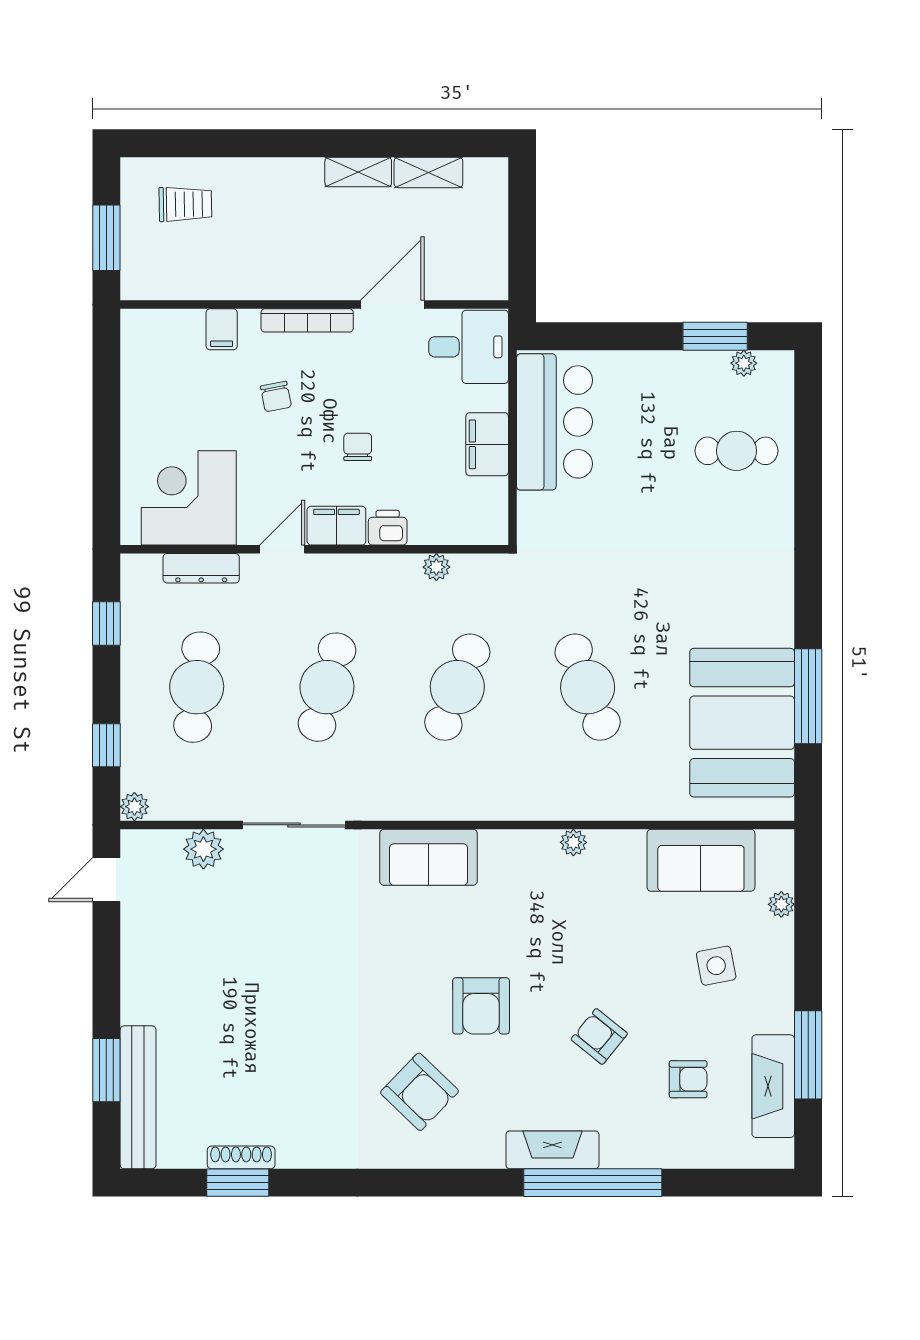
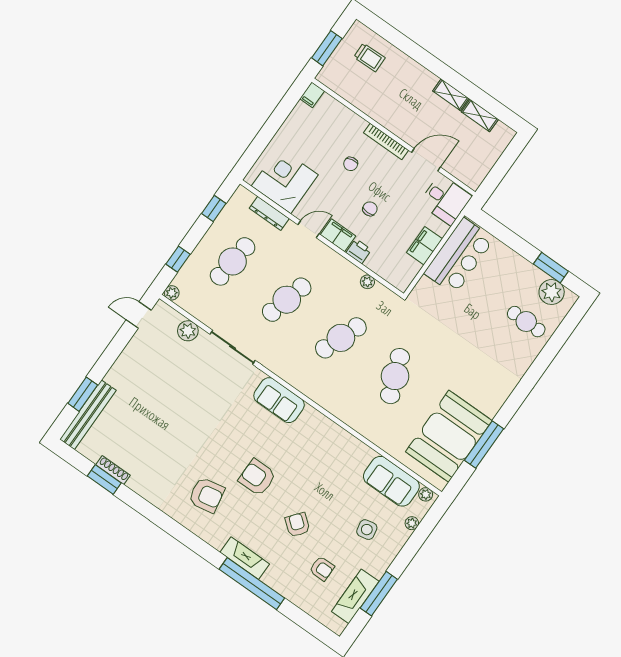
filing cabinet: (222, 329) -> (312, 95), moved
plant: (744, 363) -> (552, 292), width x1.88, depth x1.88
plant: (573, 842) -> (426, 494), moved
armchair: (481, 1006) -> (257, 477), turned 90
armchair: (419, 1092) -> (206, 495), turned -55

